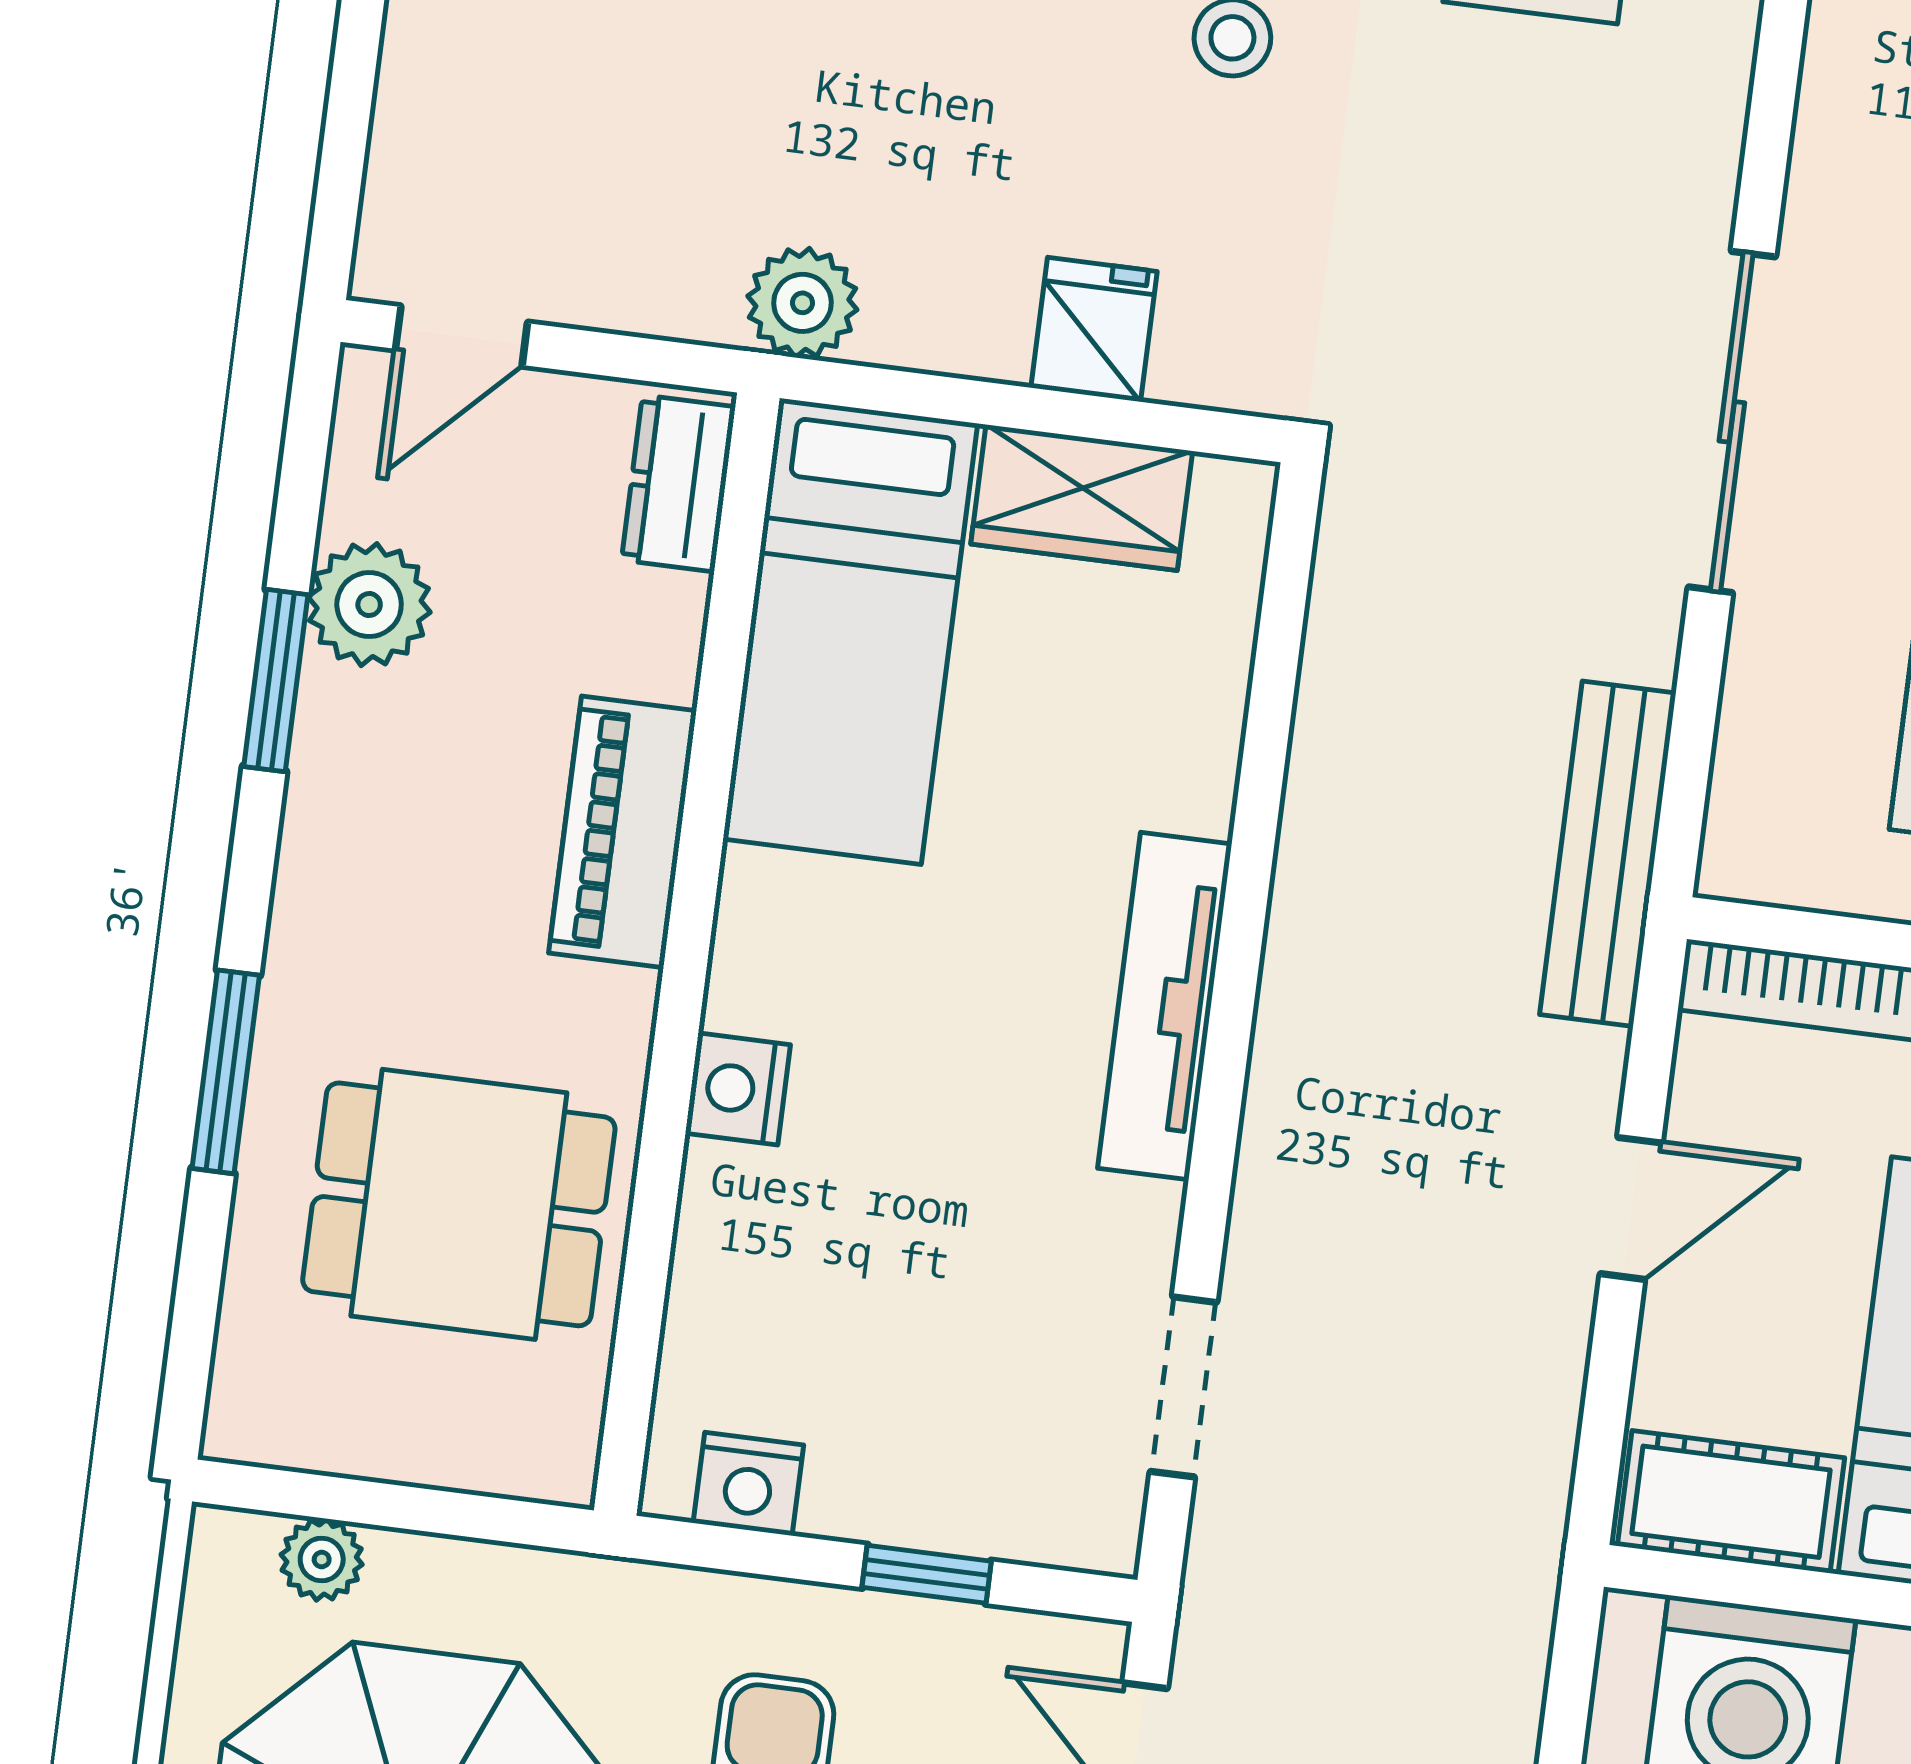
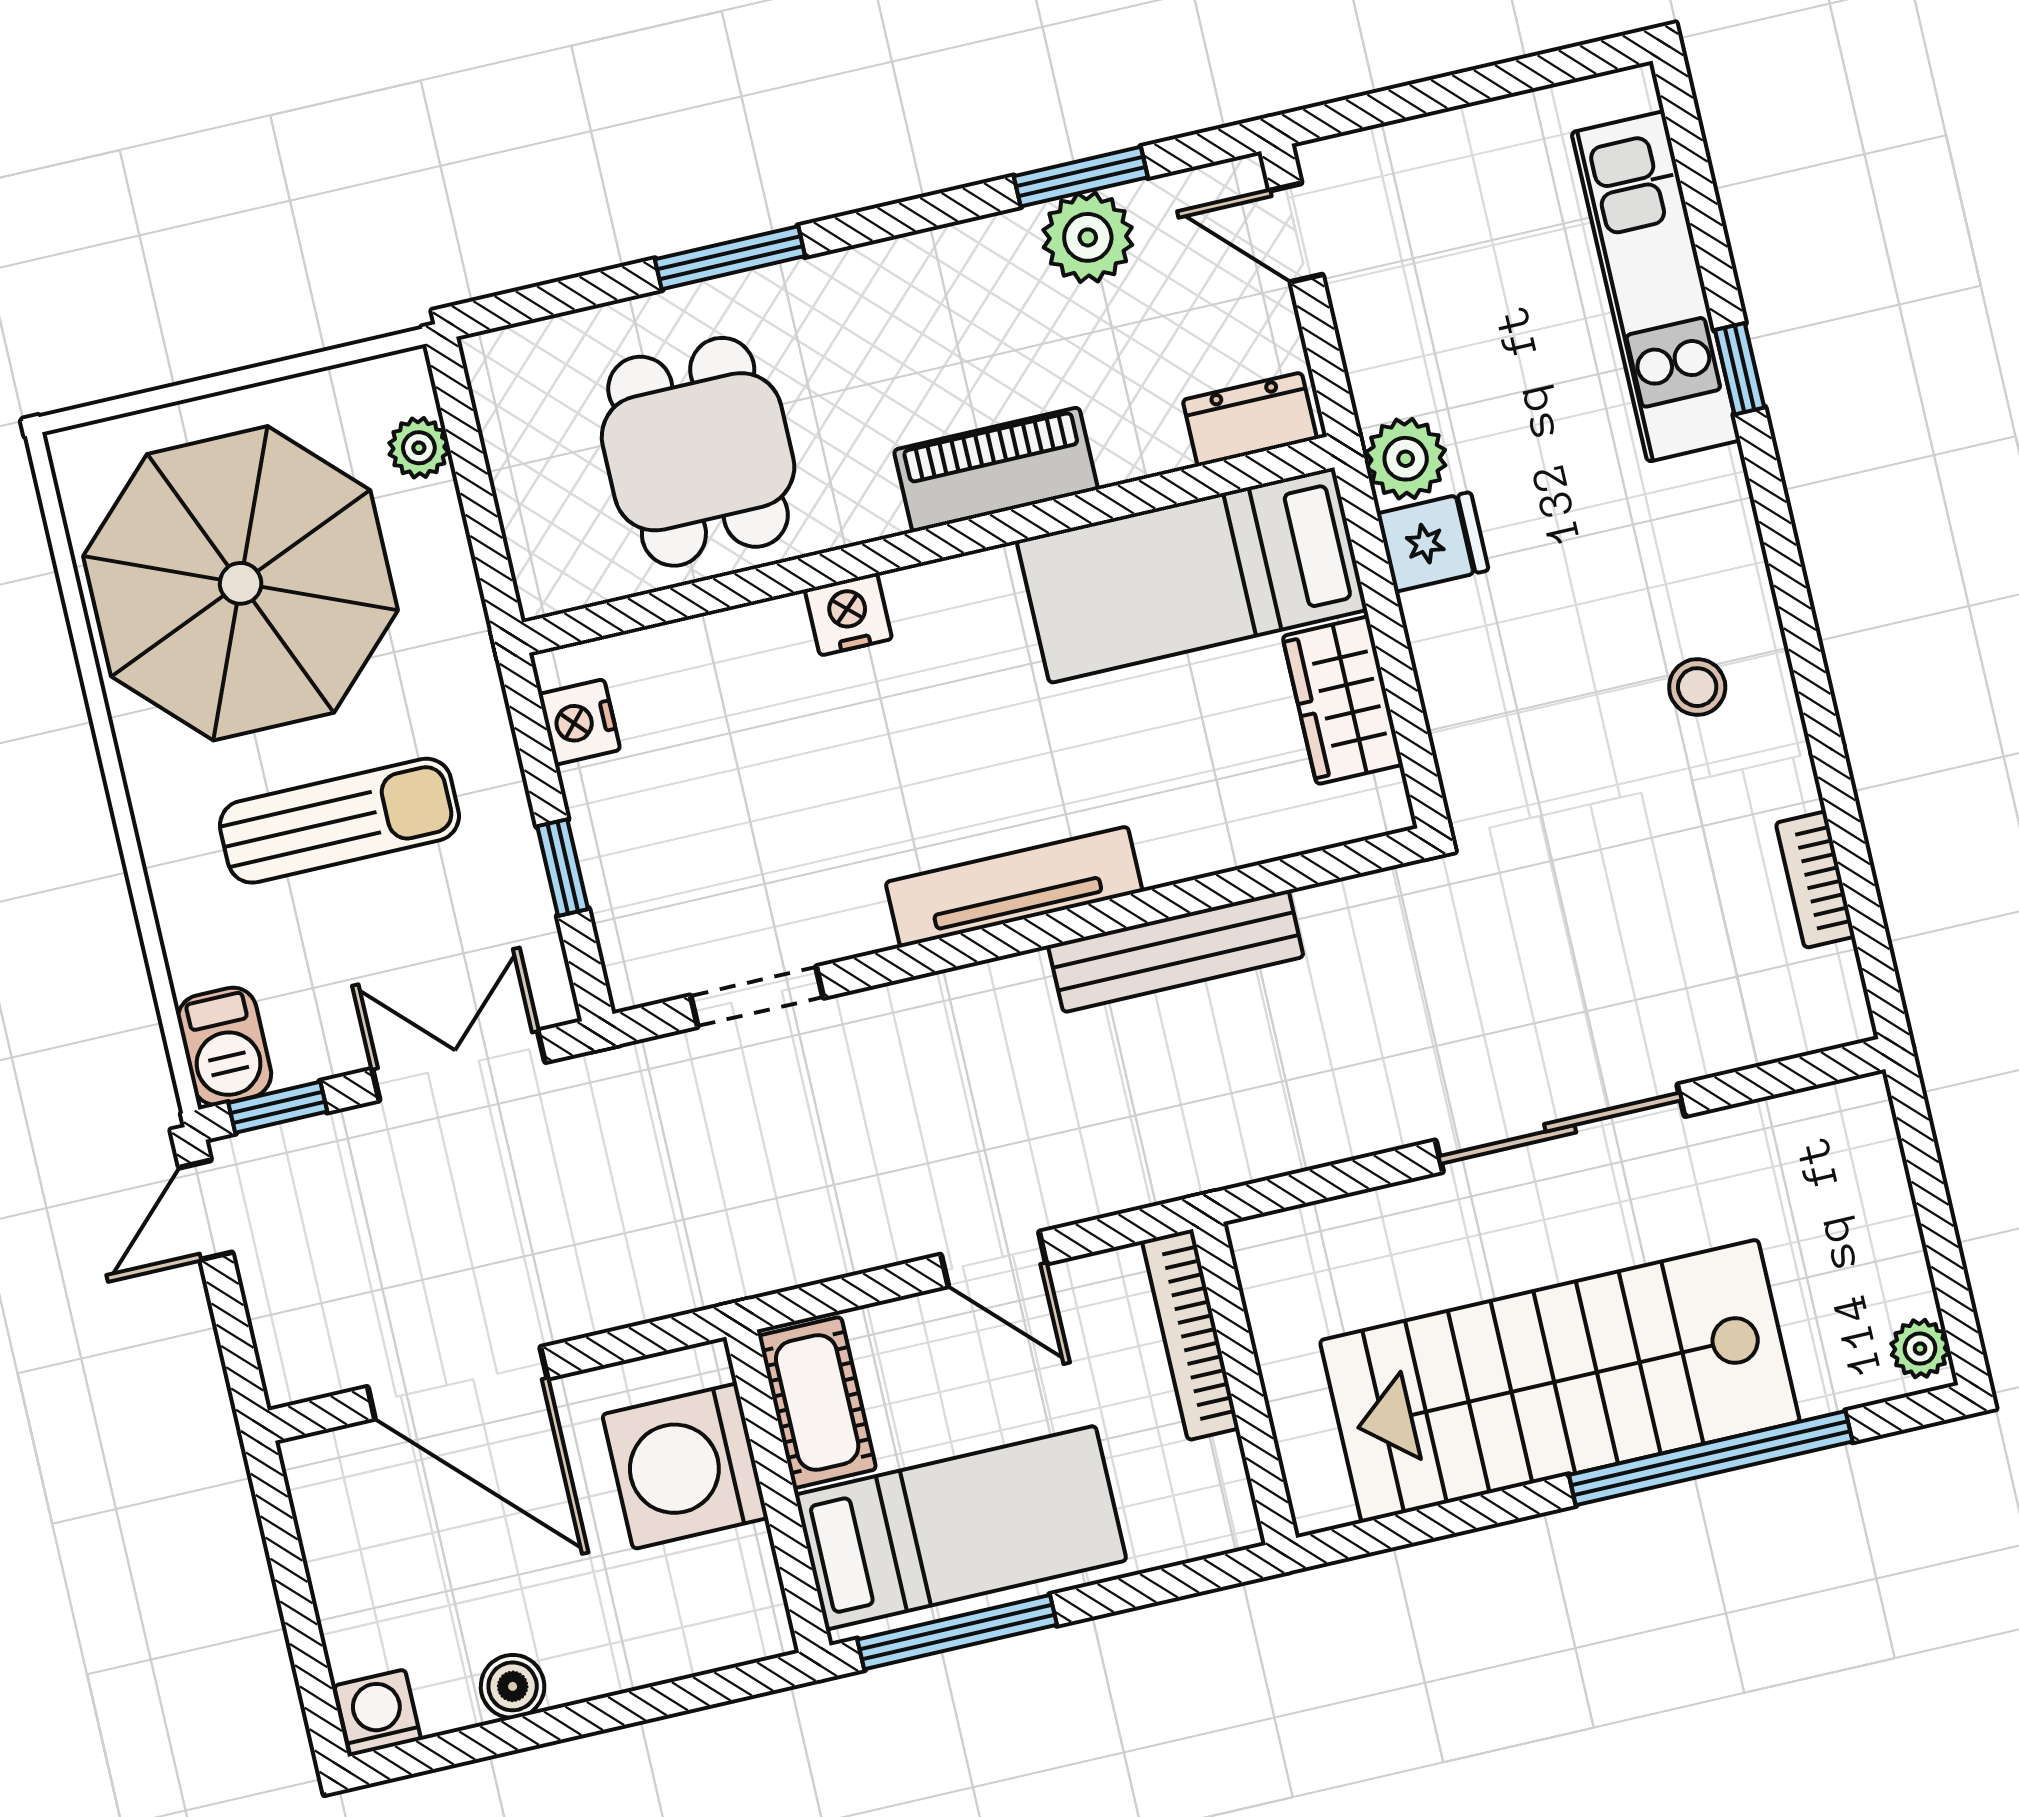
fridge: (1094, 330) -> (1433, 542), moved
window: (276, 681) -> (1081, 177), moved
bench: (1608, 854) -> (1176, 951), moved

